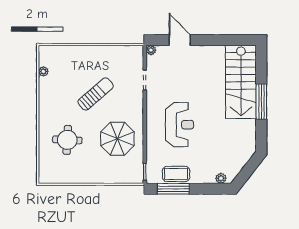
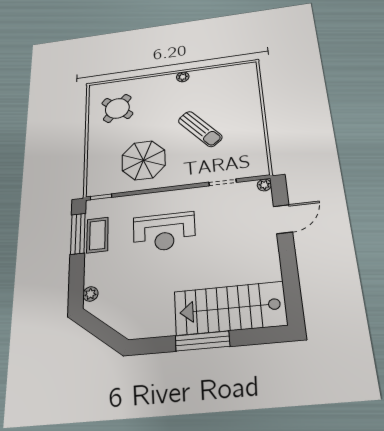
plant: (43, 71) -> (183, 77), moved
round table: (67, 140) -> (117, 108), moved, turned 37

